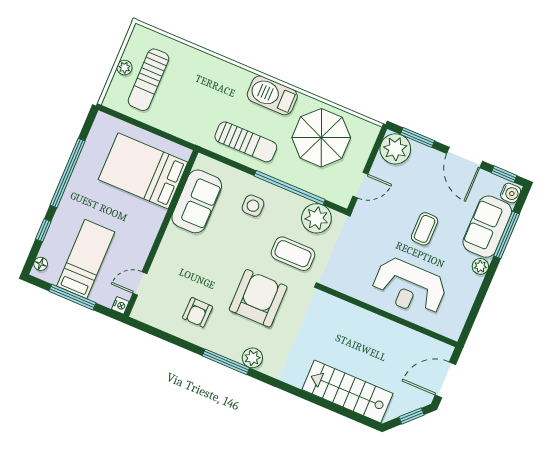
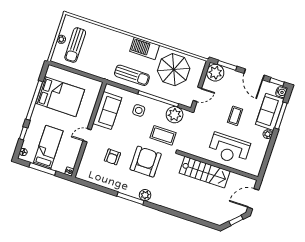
bed: (143, 171) -> (60, 97), moved, turned 180
door: (140, 283) -> (87, 135), moved
armchair: (198, 312) -> (112, 157), moved
stairs: (347, 391) -> (205, 172), moved, turned 180

